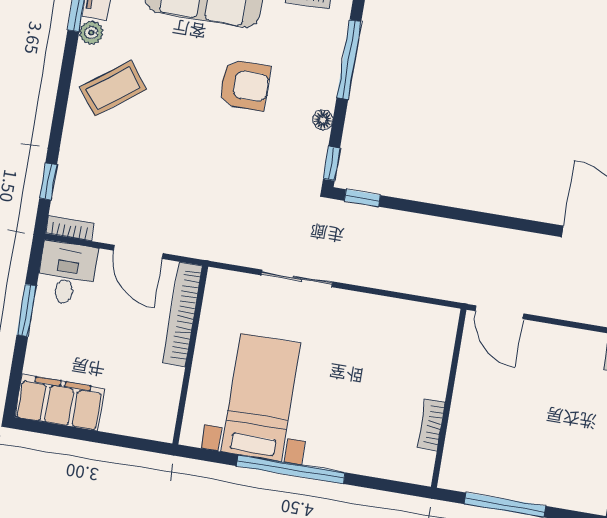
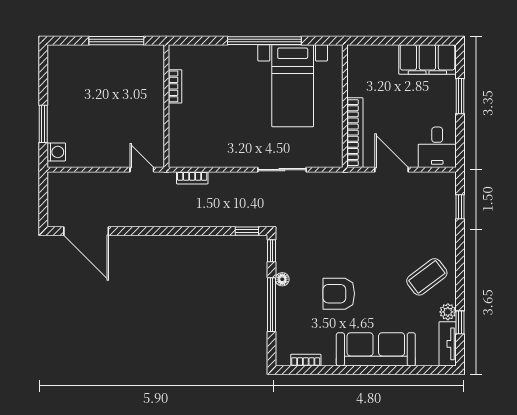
window: (349, 60) -> (271, 305), moved
bookcase: (69, 228) -> (192, 178), moved
window: (27, 310) -> (460, 96), moved
door: (499, 312) -> (142, 170), width x0.73

